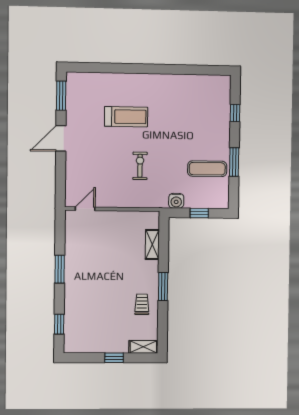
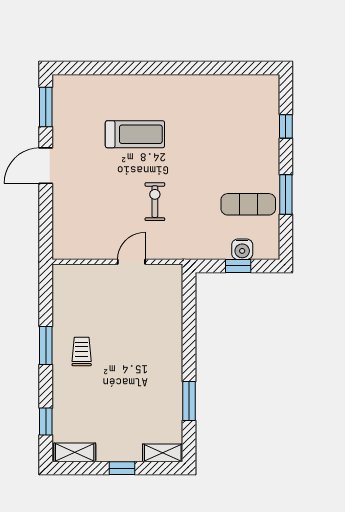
water cooler: (176, 201) -> (242, 249), moved
door: (85, 209) -> (131, 262), moved
shelving: (152, 245) -> (75, 452), moved, turned 90
window: (163, 287) -> (189, 401), moved
trolley: (142, 304) -> (82, 351), moved

